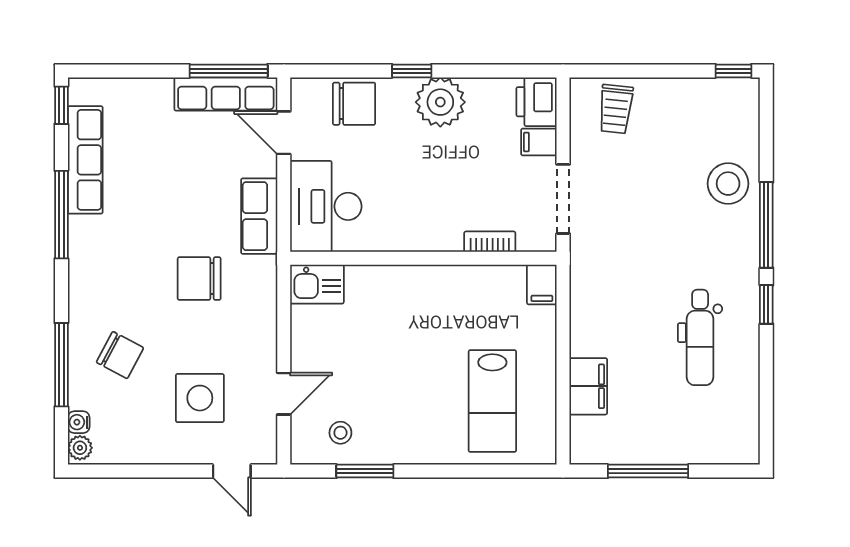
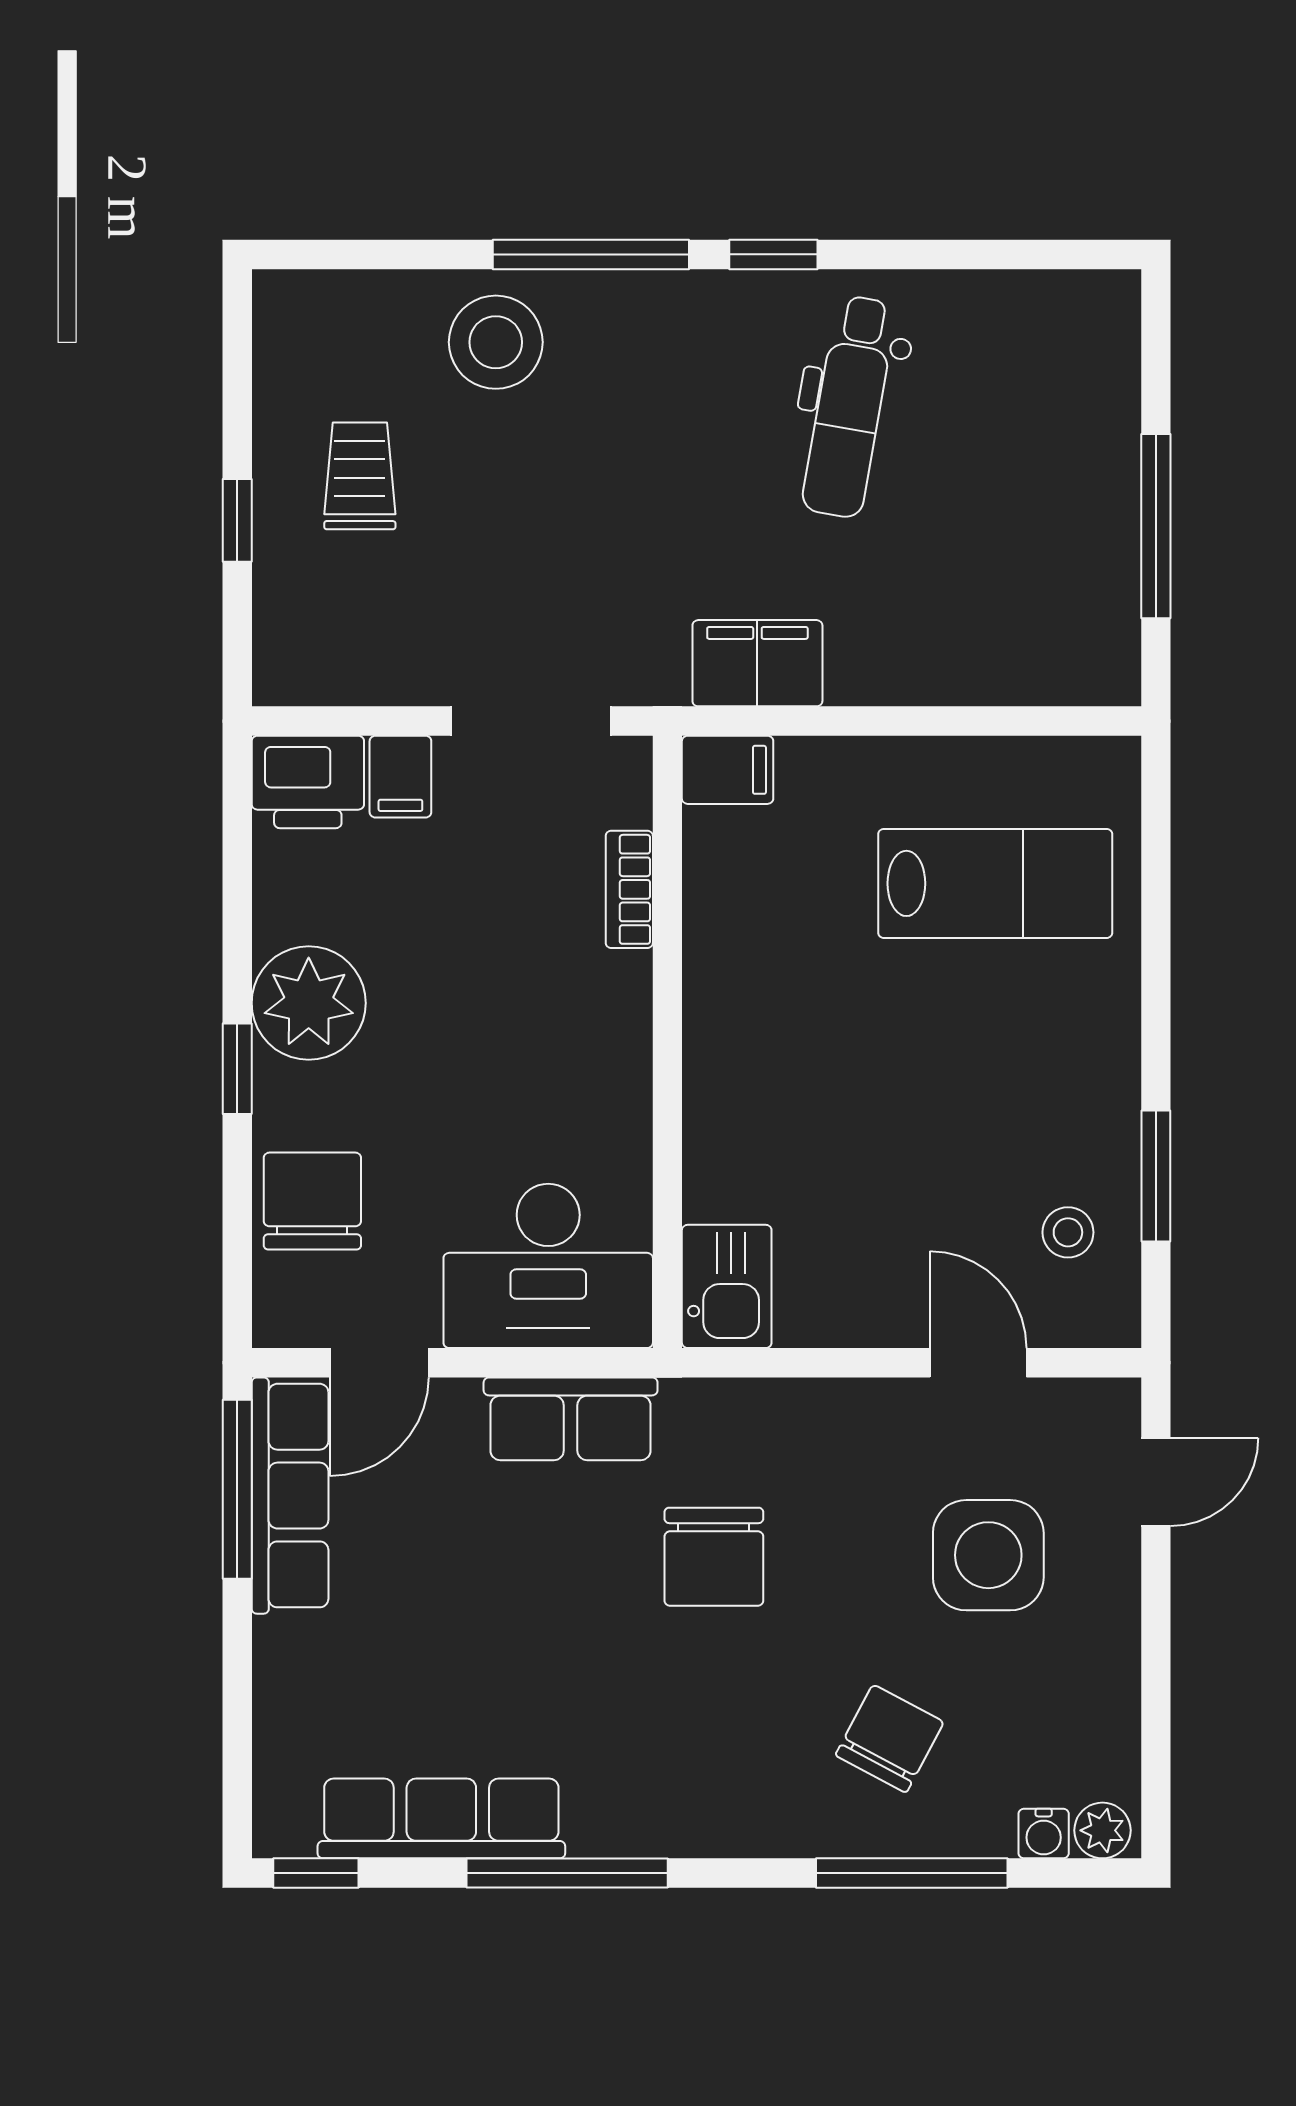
window: (733, 71) -> (237, 520), moved
trolley: (616, 109) -> (360, 476), moved, turned -96
dental chair: (700, 337) -> (849, 407), turned 100
filing cabinet: (588, 386) -> (757, 663), moved

